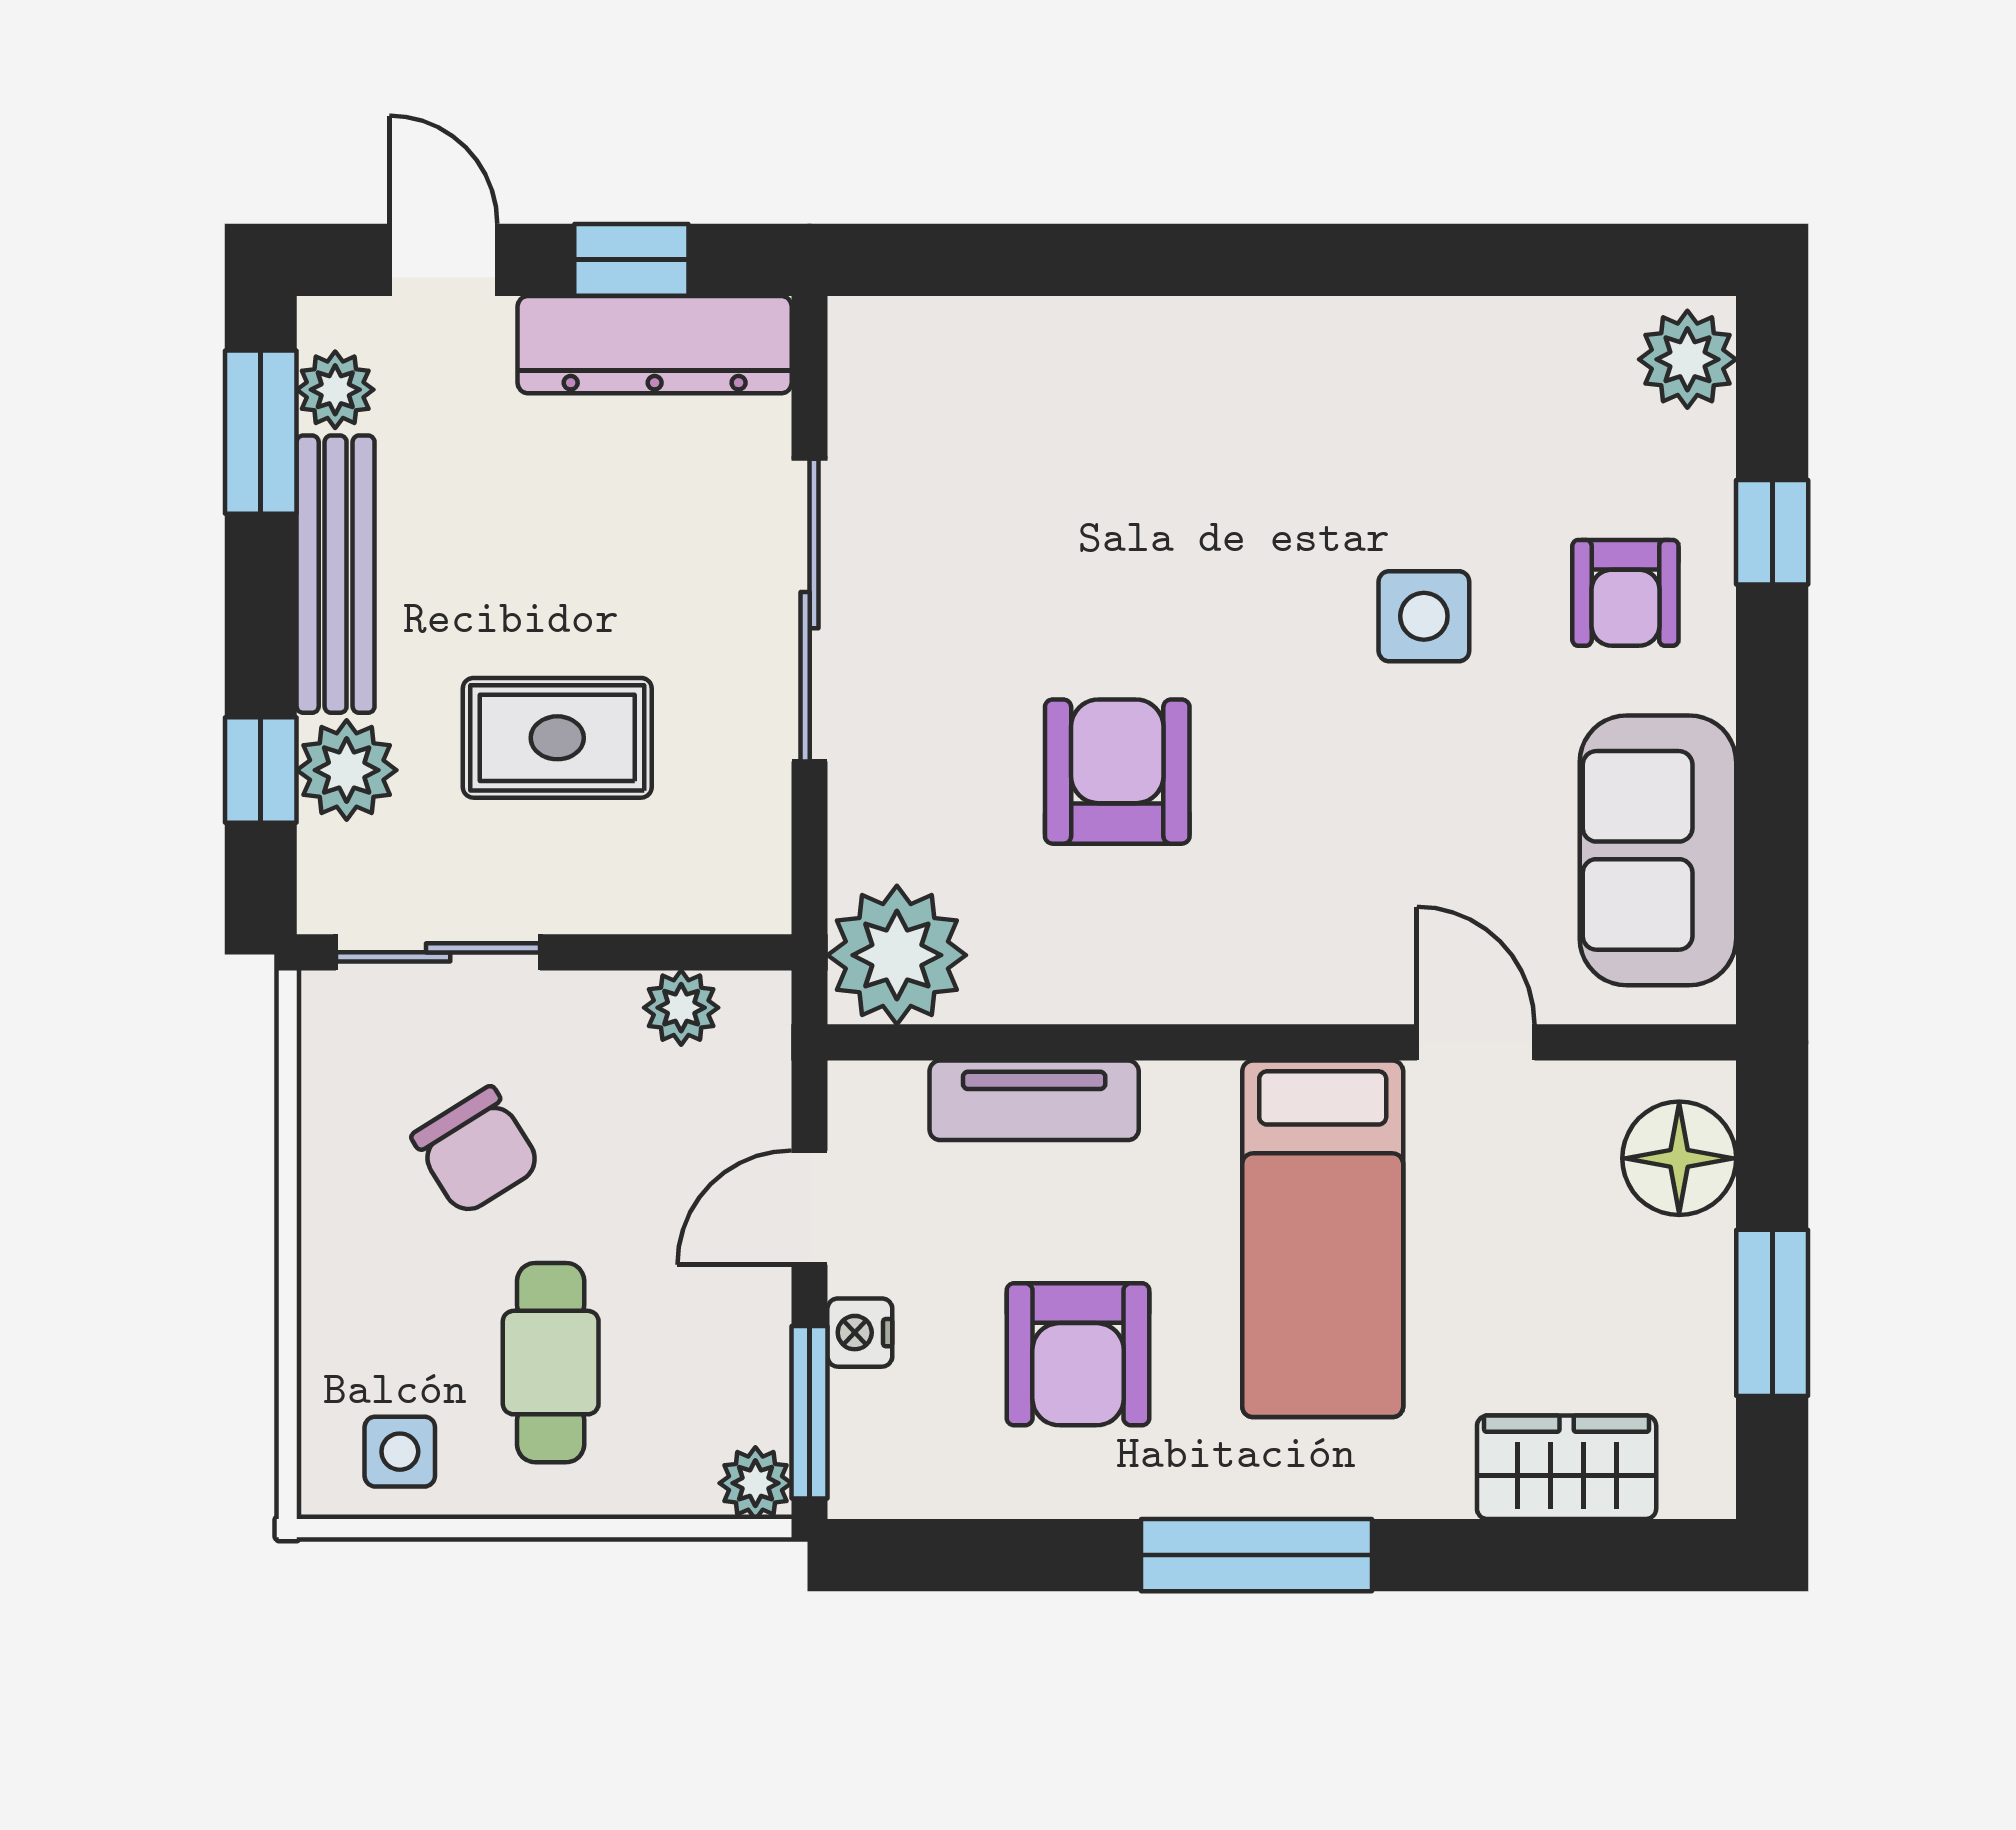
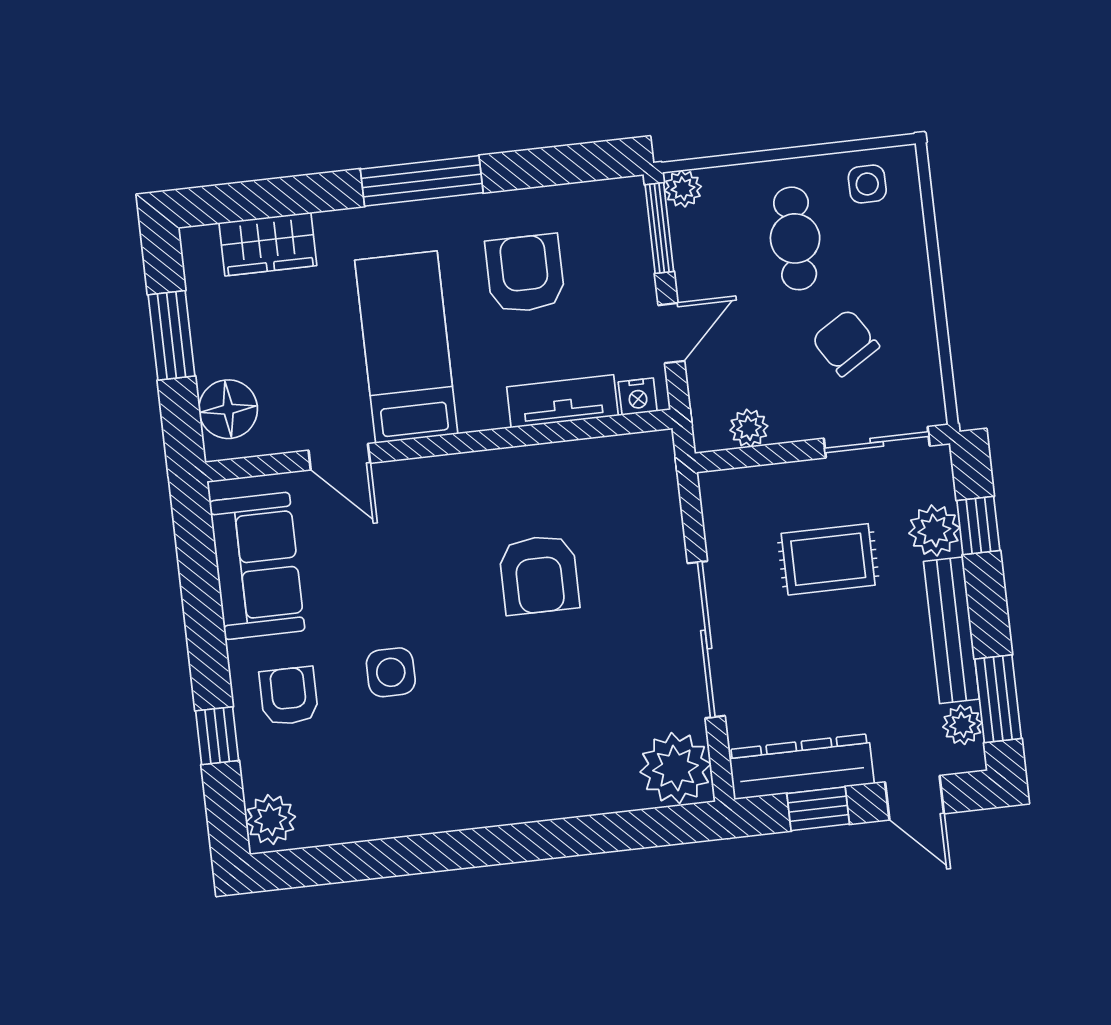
plant: (897, 955) -> (676, 768), moved
nightstand: (860, 1333) -> (638, 397), moved, turned 90

